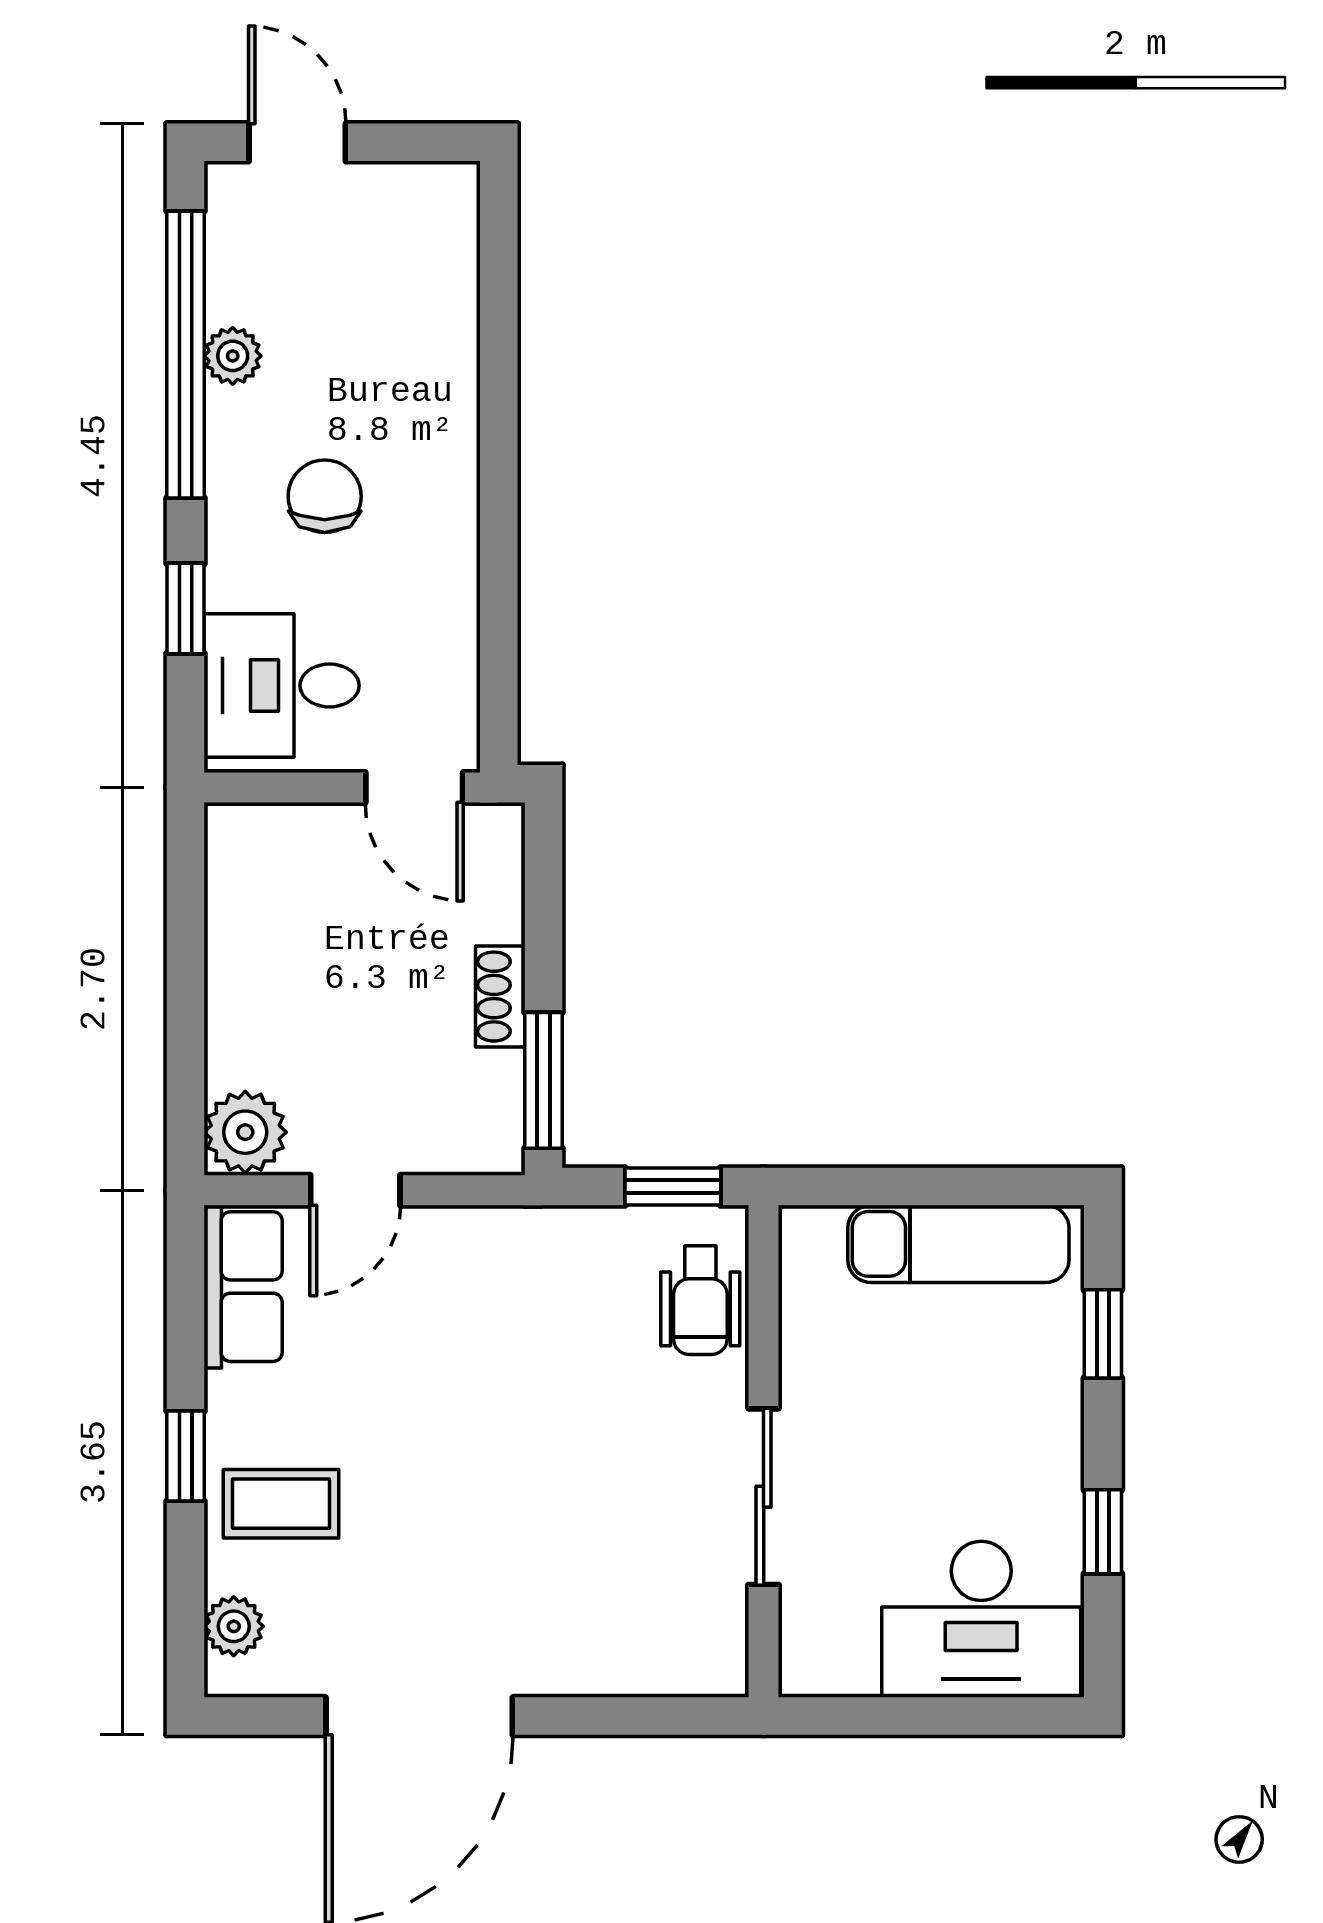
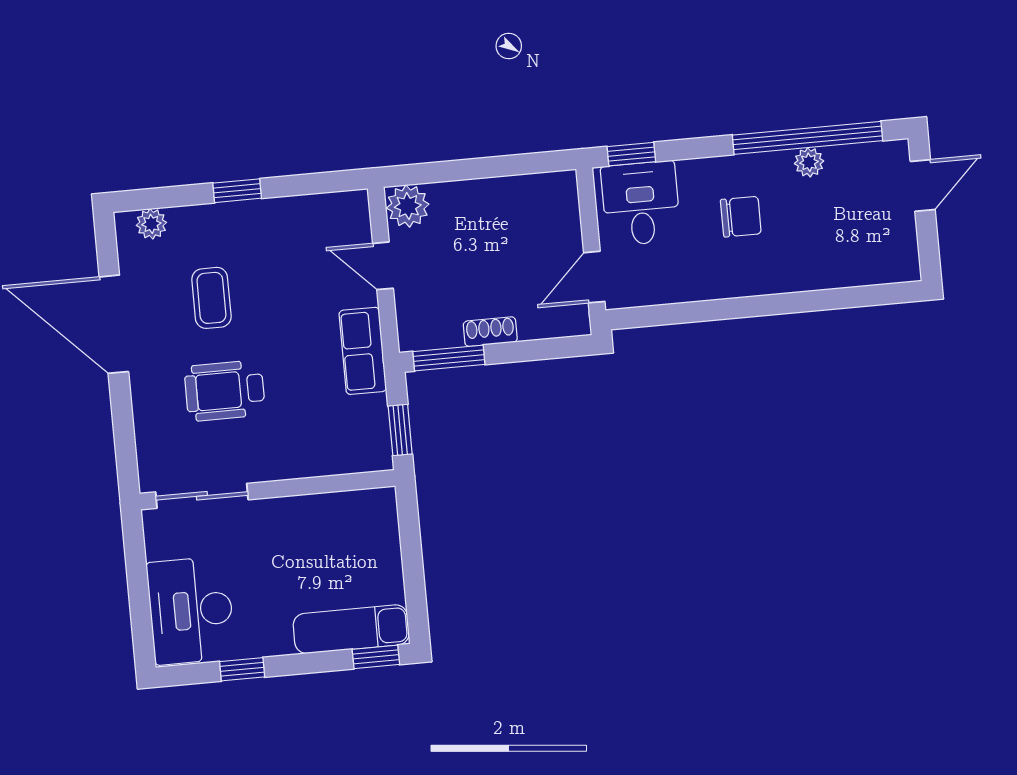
window: (185, 609) -> (631, 154), moved
exam couch: (958, 1244) -> (351, 629), moved, turned 90
row of seats: (243, 1287) -> (363, 351), moved, turned 90
wheelchair: (700, 1300) -> (225, 391), moved, width x1.36, depth x1.37
window: (1103, 1334) -> (376, 657), moved
sliding door: (764, 1497) -> (202, 496), moved
coffee table: (281, 1504) -> (211, 298), moved

